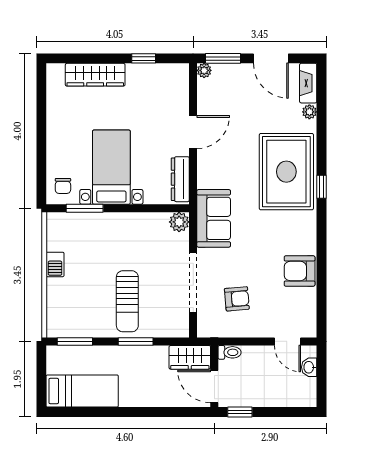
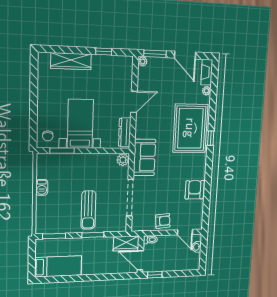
armchair: (300, 271) -> (195, 190), turned 90
armchair: (237, 299) -> (163, 221), moved

